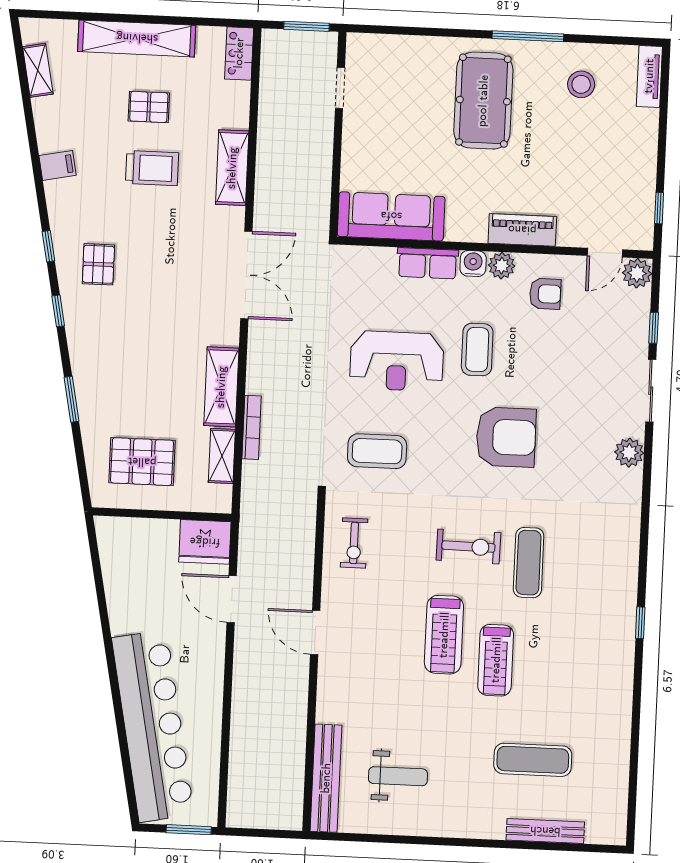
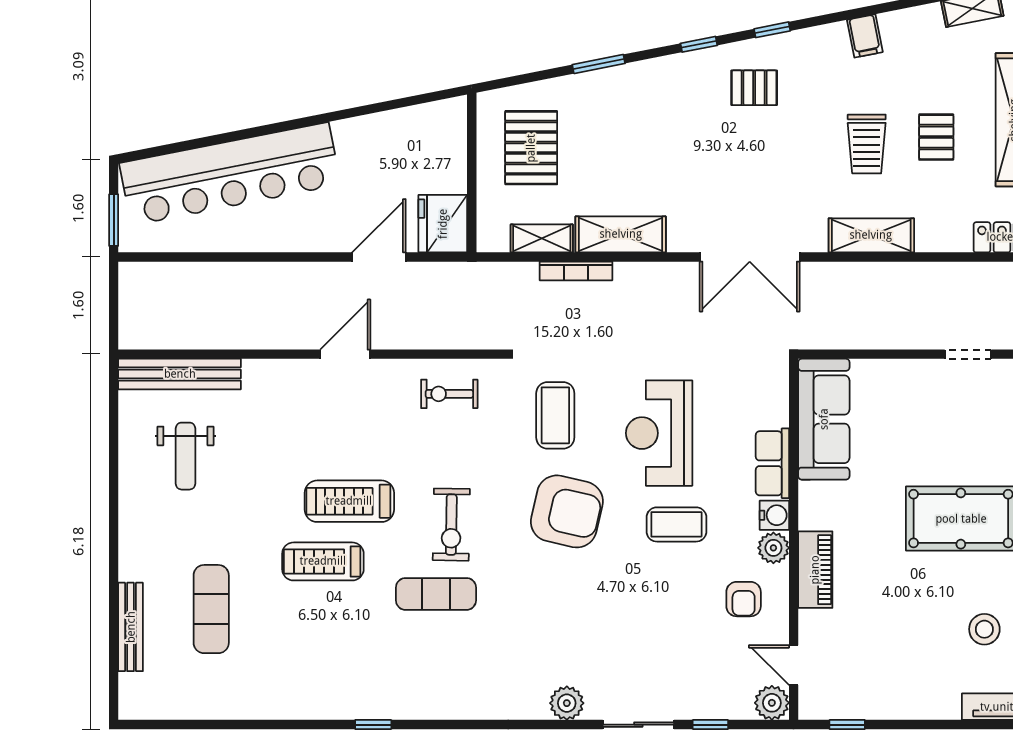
armchair: (506, 437) -> (567, 511), moved, turned -77

